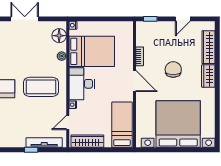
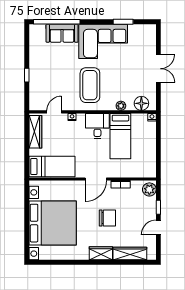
window: (150, 19) -> (158, 207), moved
door: (183, 19) -> (158, 228), hinge flipped
plant: (145, 28) -> (149, 189), added
bed: (92, 51) -> (120, 136), width x0.67
desk: (82, 84) -> (97, 126), width x0.73
door: (68, 122) -> (54, 112), hinge flipped
tv unit: (44, 143) -> (34, 88), removed

